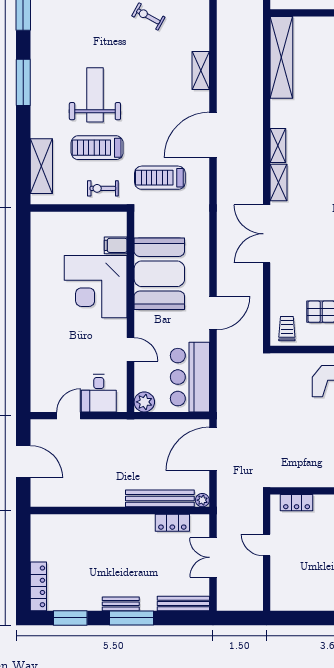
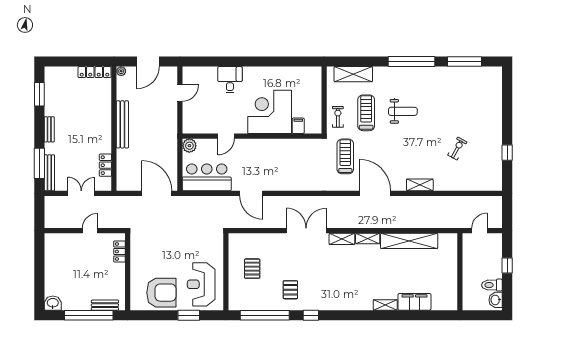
shelving: (281, 57) -> (409, 241), moved
window: (23, 82) -> (412, 61), width x1.46
weight bench: (95, 95) -> (403, 111), width x0.73, depth x0.75
booth: (159, 274) -> (279, 156), removed
trolley: (287, 329) -> (240, 245), removed
desk: (99, 393) -> (230, 80), moved, turned 90
door: (69, 416) -> (180, 93), hinge flipped
bench: (160, 498) -> (122, 124), moved
plant: (202, 500) -> (121, 71), moved
locker: (38, 586) -> (95, 72), moved
window: (132, 618) -> (39, 163), moved

